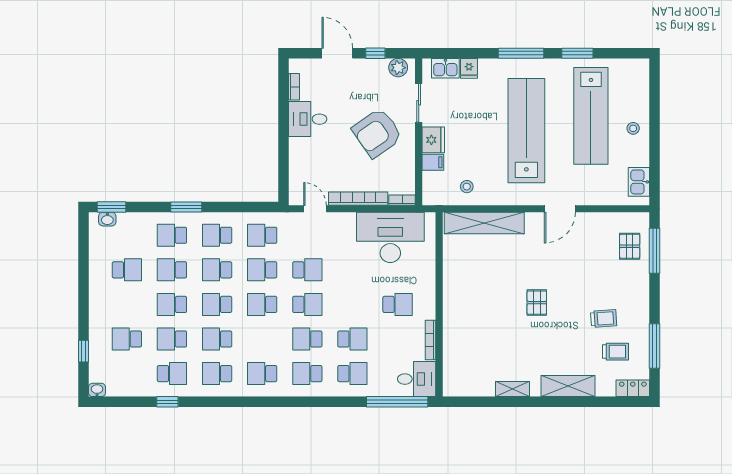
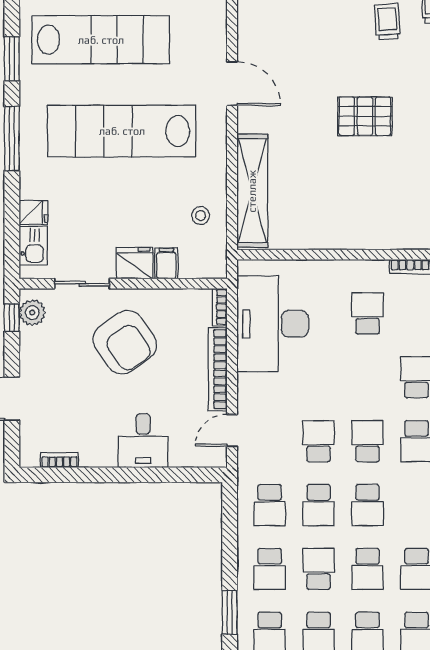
window: (375, 53) -> (12, 318), moved
desk: (308, 119) -> (143, 441), moved
school desk: (217, 270) -> (319, 569), turned 180
pallet: (537, 303) -> (365, 116), width x1.50, depth x1.42

